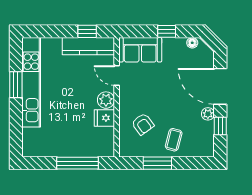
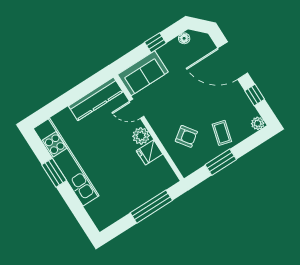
window: (87, 31) -> (86, 87), removed
plant: (208, 114) -> (258, 123), moved

